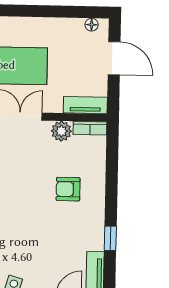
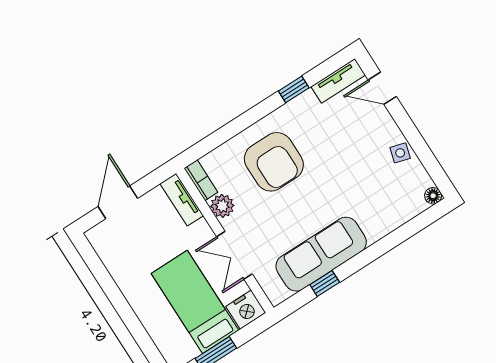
floor lamp: (92, 25) -> (100, 246), removed
armchair: (68, 189) -> (274, 162), width x1.88, depth x1.88

